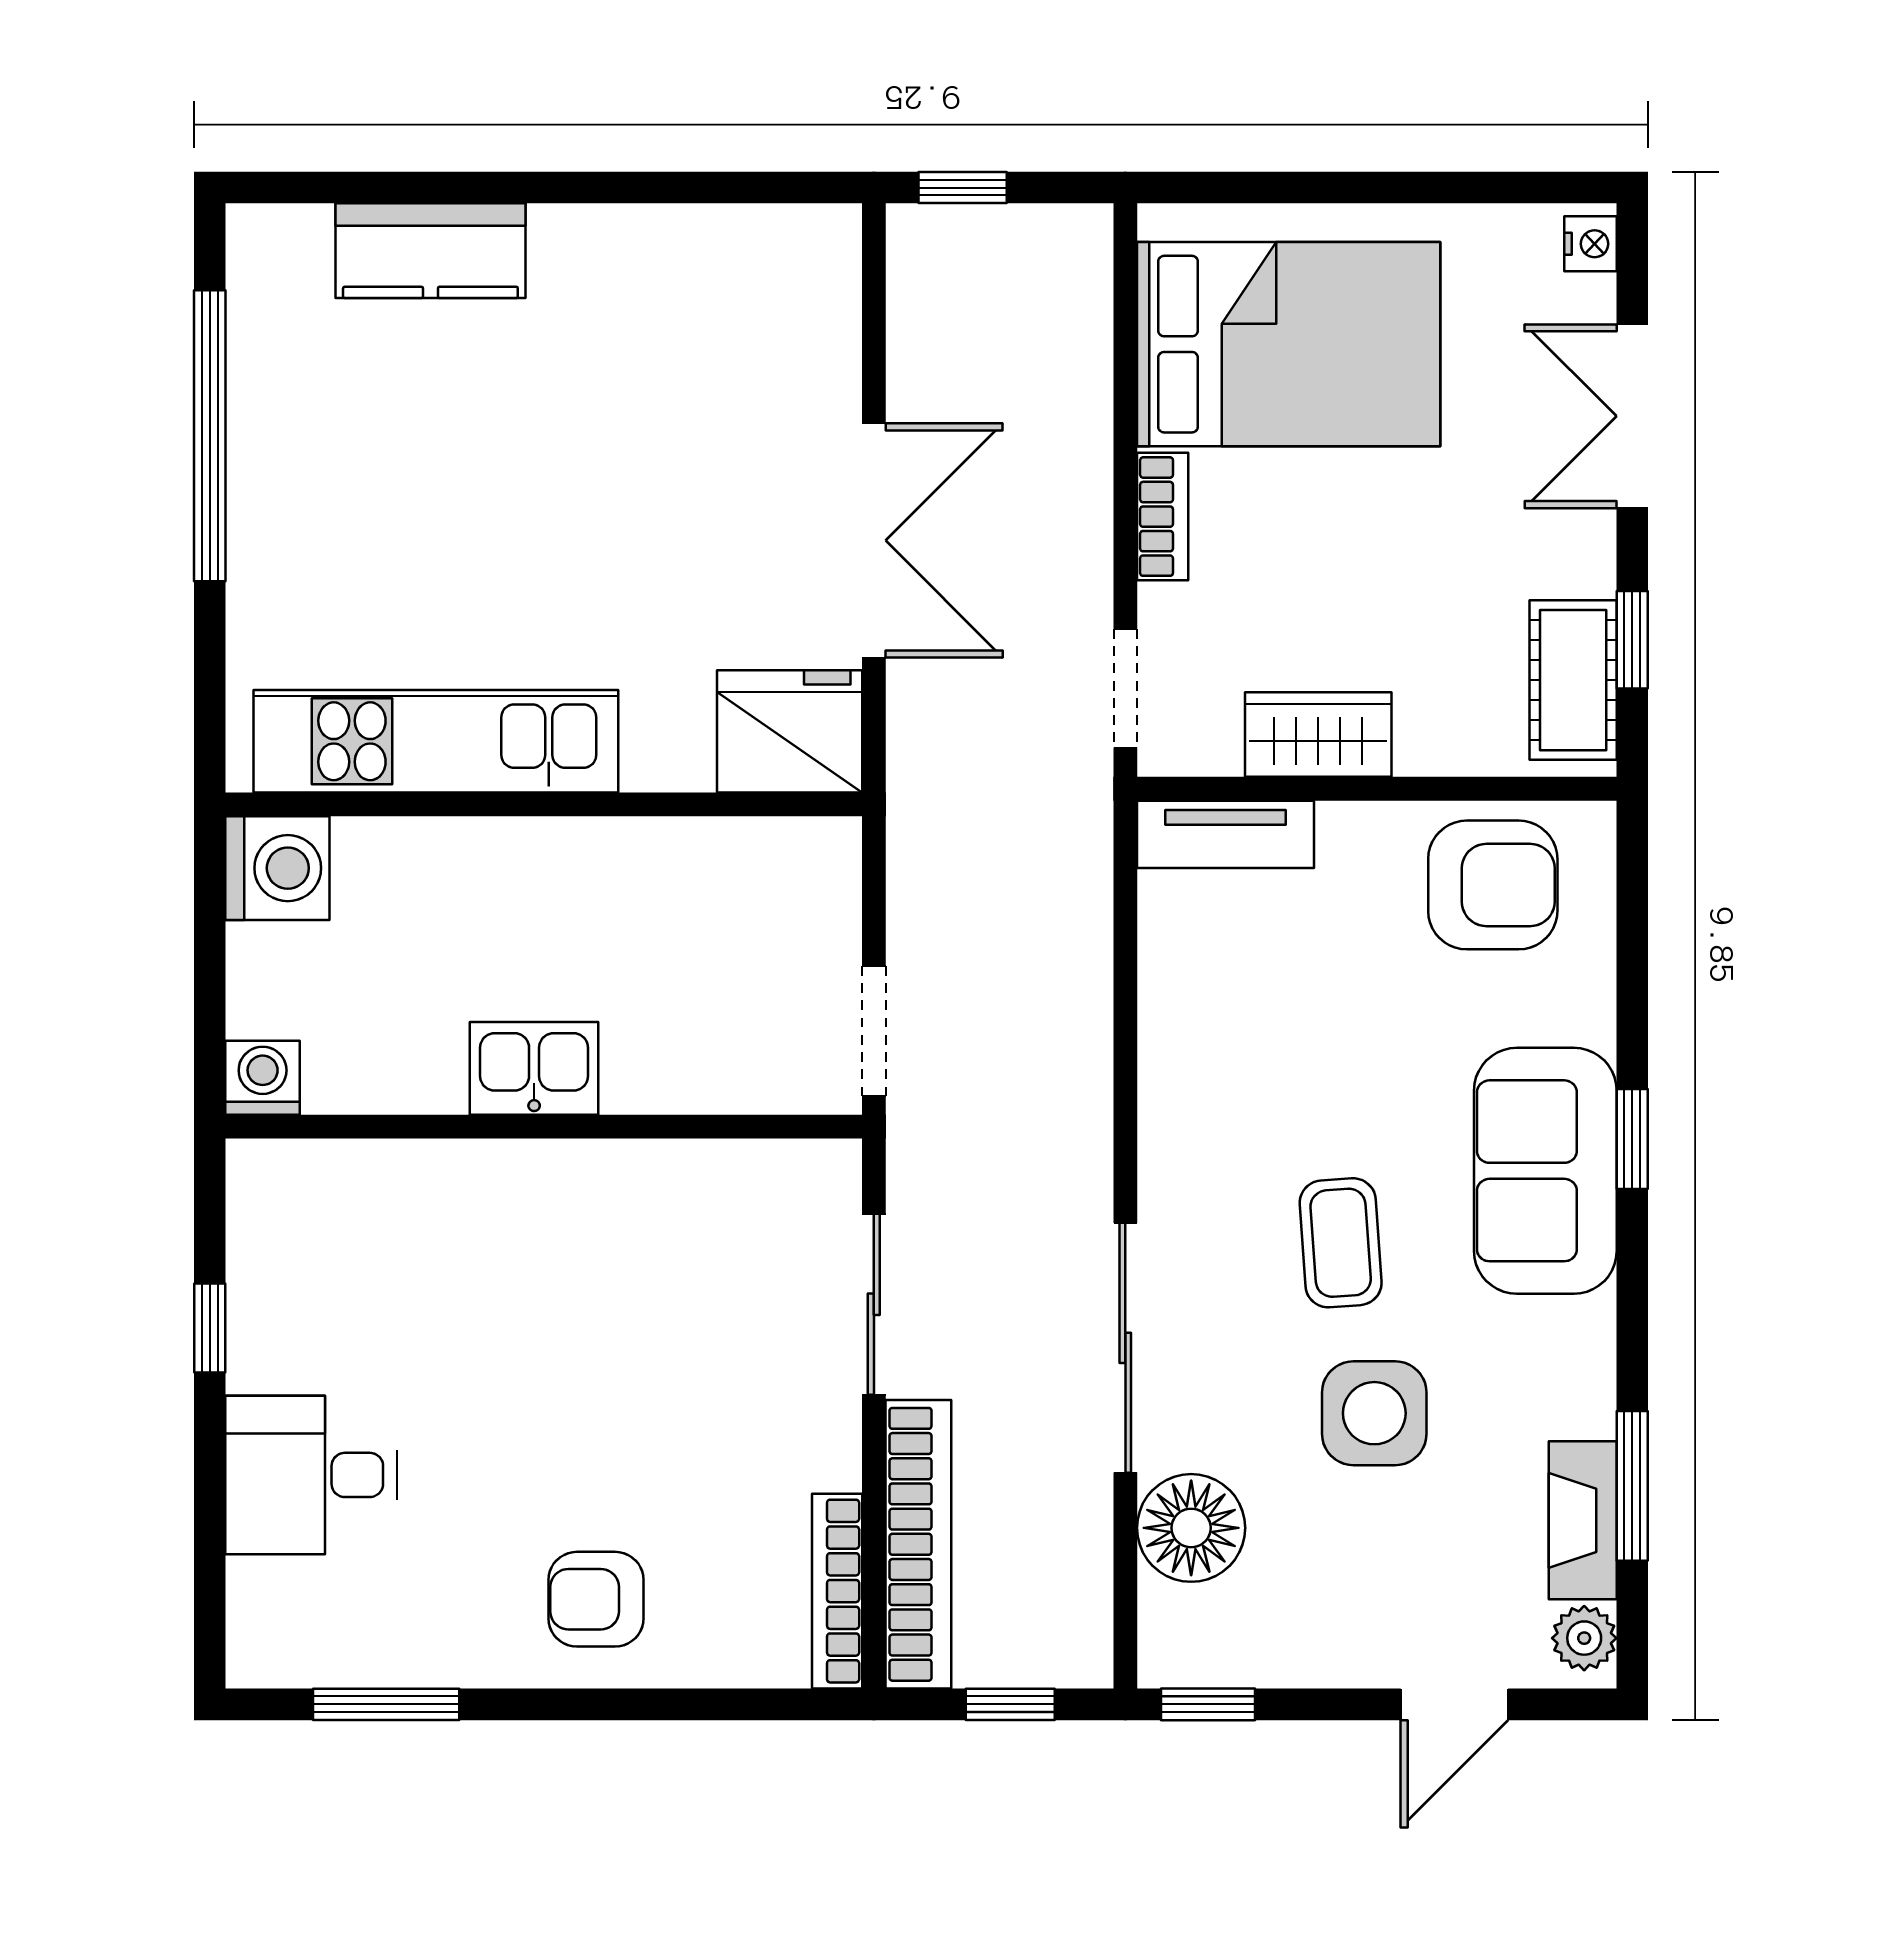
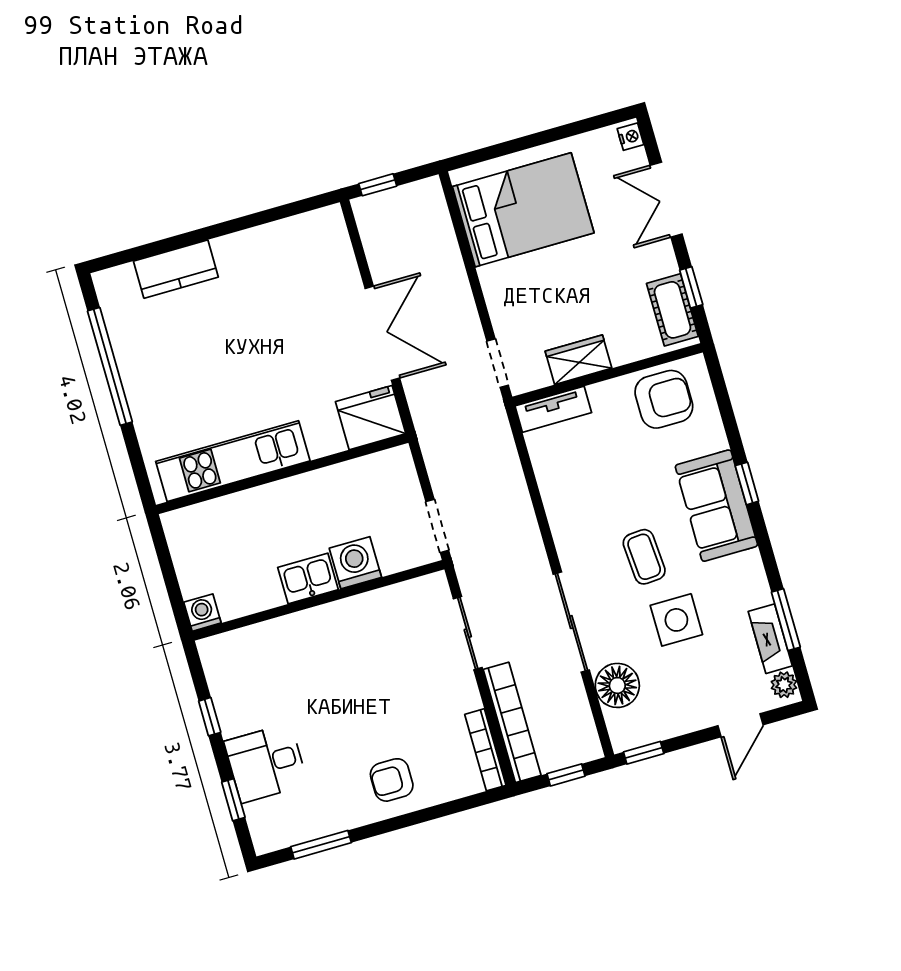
bookcase: (1163, 517) -> (493, 292), removed
washing machine: (277, 868) -> (355, 563), moved, turned -90
window: (210, 1540) -> (233, 800), added

